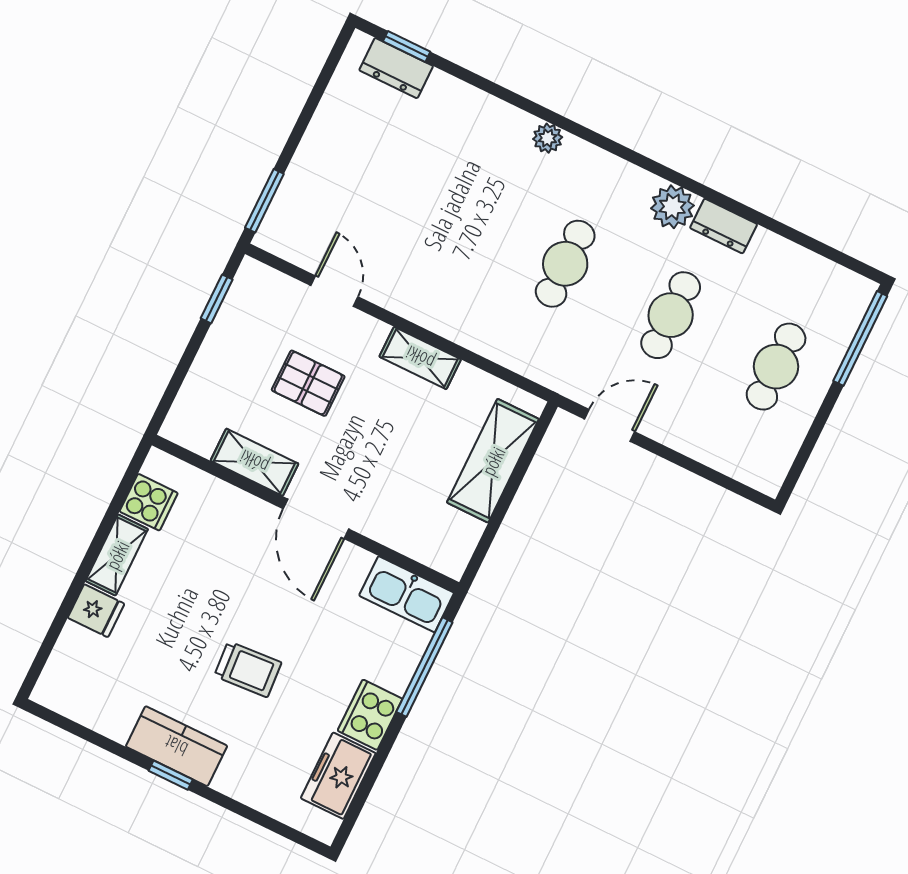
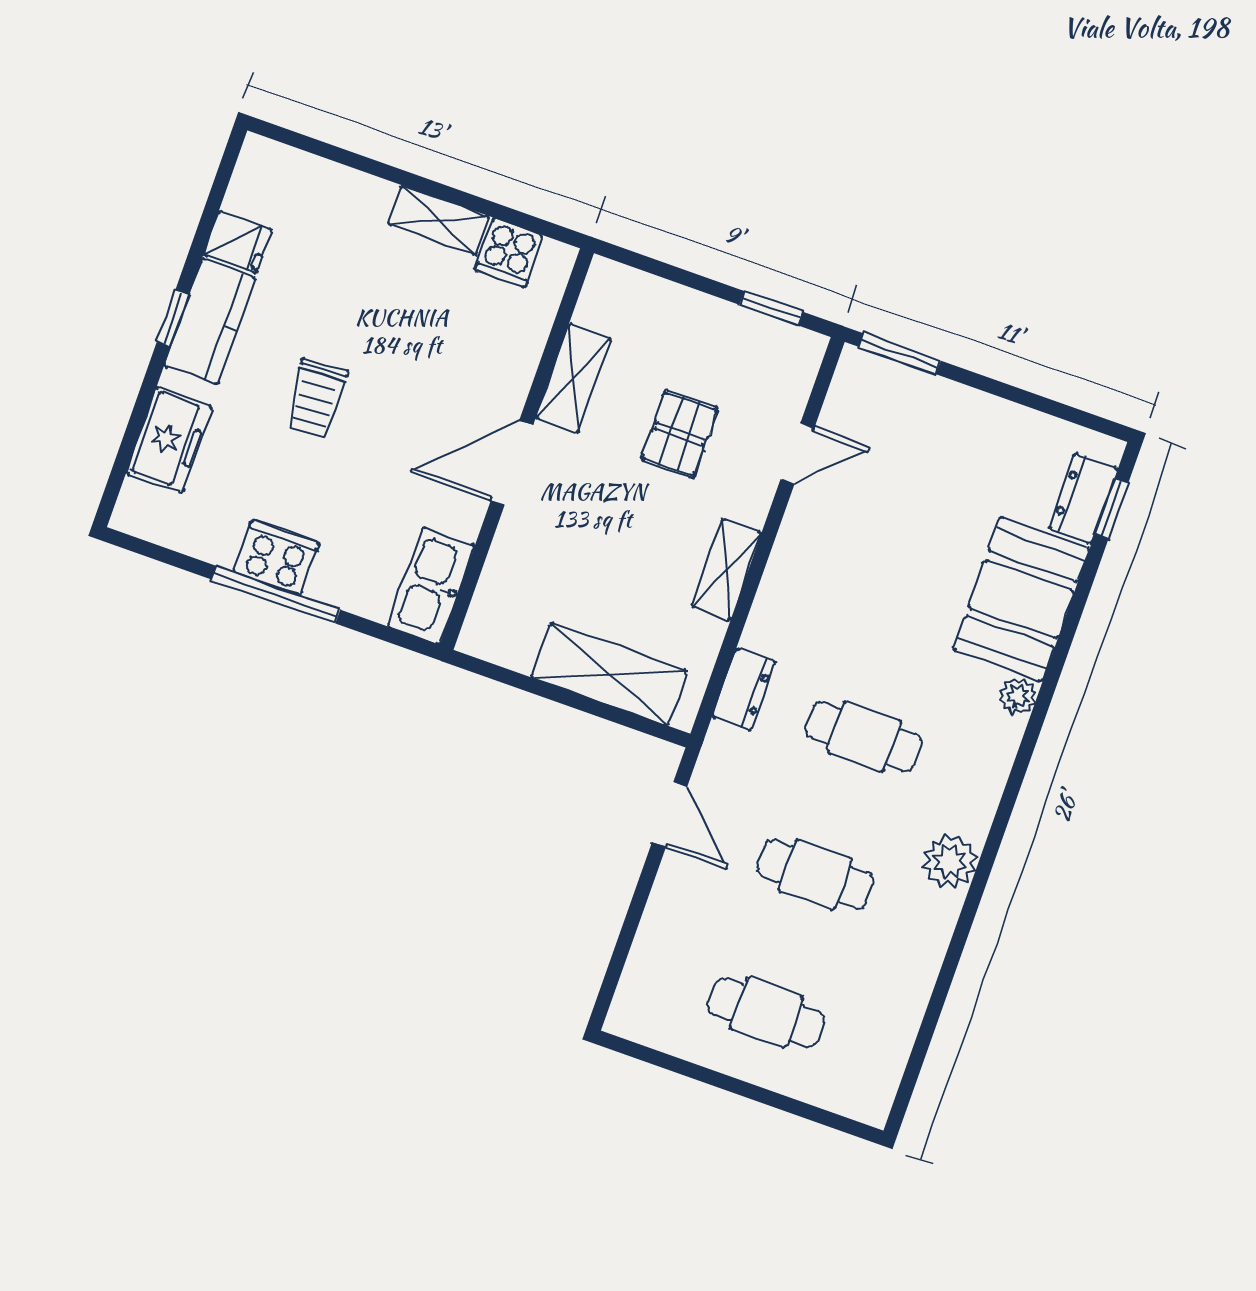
booth: (470, 126) -> (1021, 599), added
dresser: (724, 226) -> (744, 689), moved, turned 180
window: (860, 338) -> (813, 1113), removed
fridge: (96, 611) -> (238, 242), moved, turned -90
window: (424, 667) -> (276, 595), moved
freezer: (338, 776) -> (169, 440), moved, turned 90

